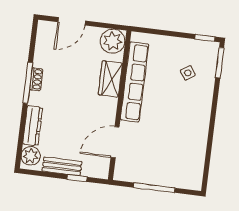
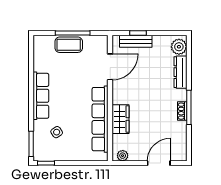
plant: (113, 41) -> (123, 156), width x0.53, depth x0.53
row of seats: (201, 118) -> (41, 96), added
bench: (62, 166) -> (136, 41), moved
coffee table: (161, 174) -> (69, 45), added

